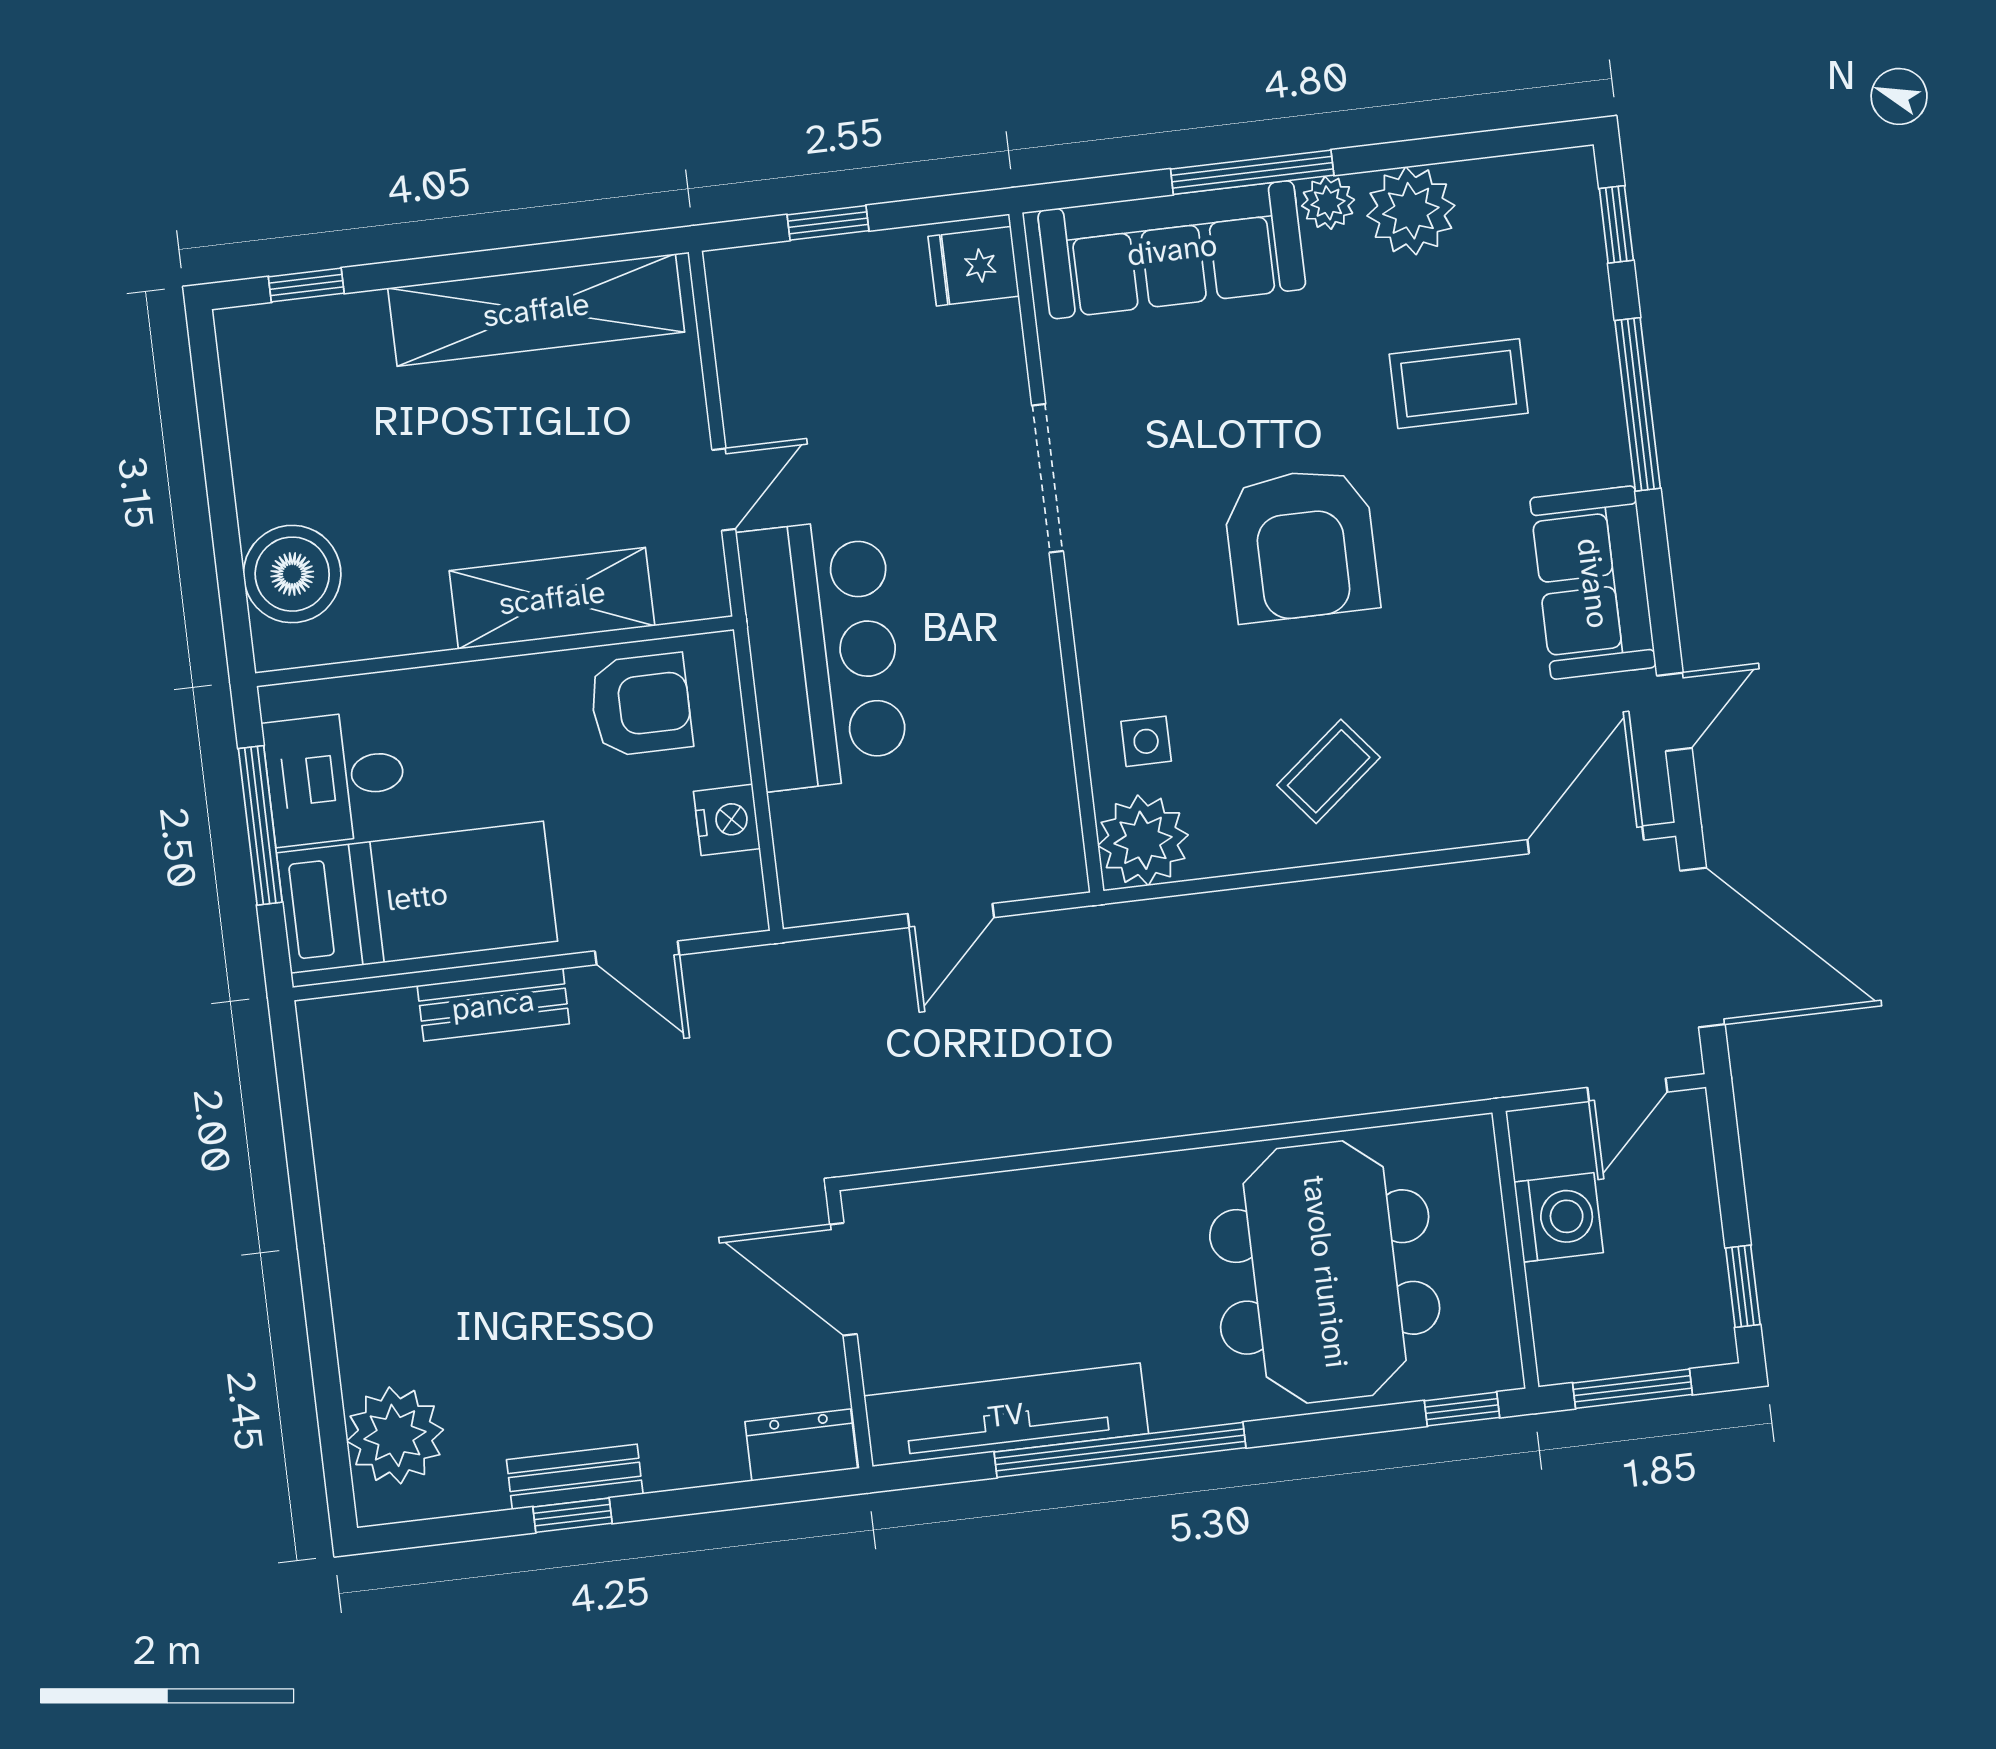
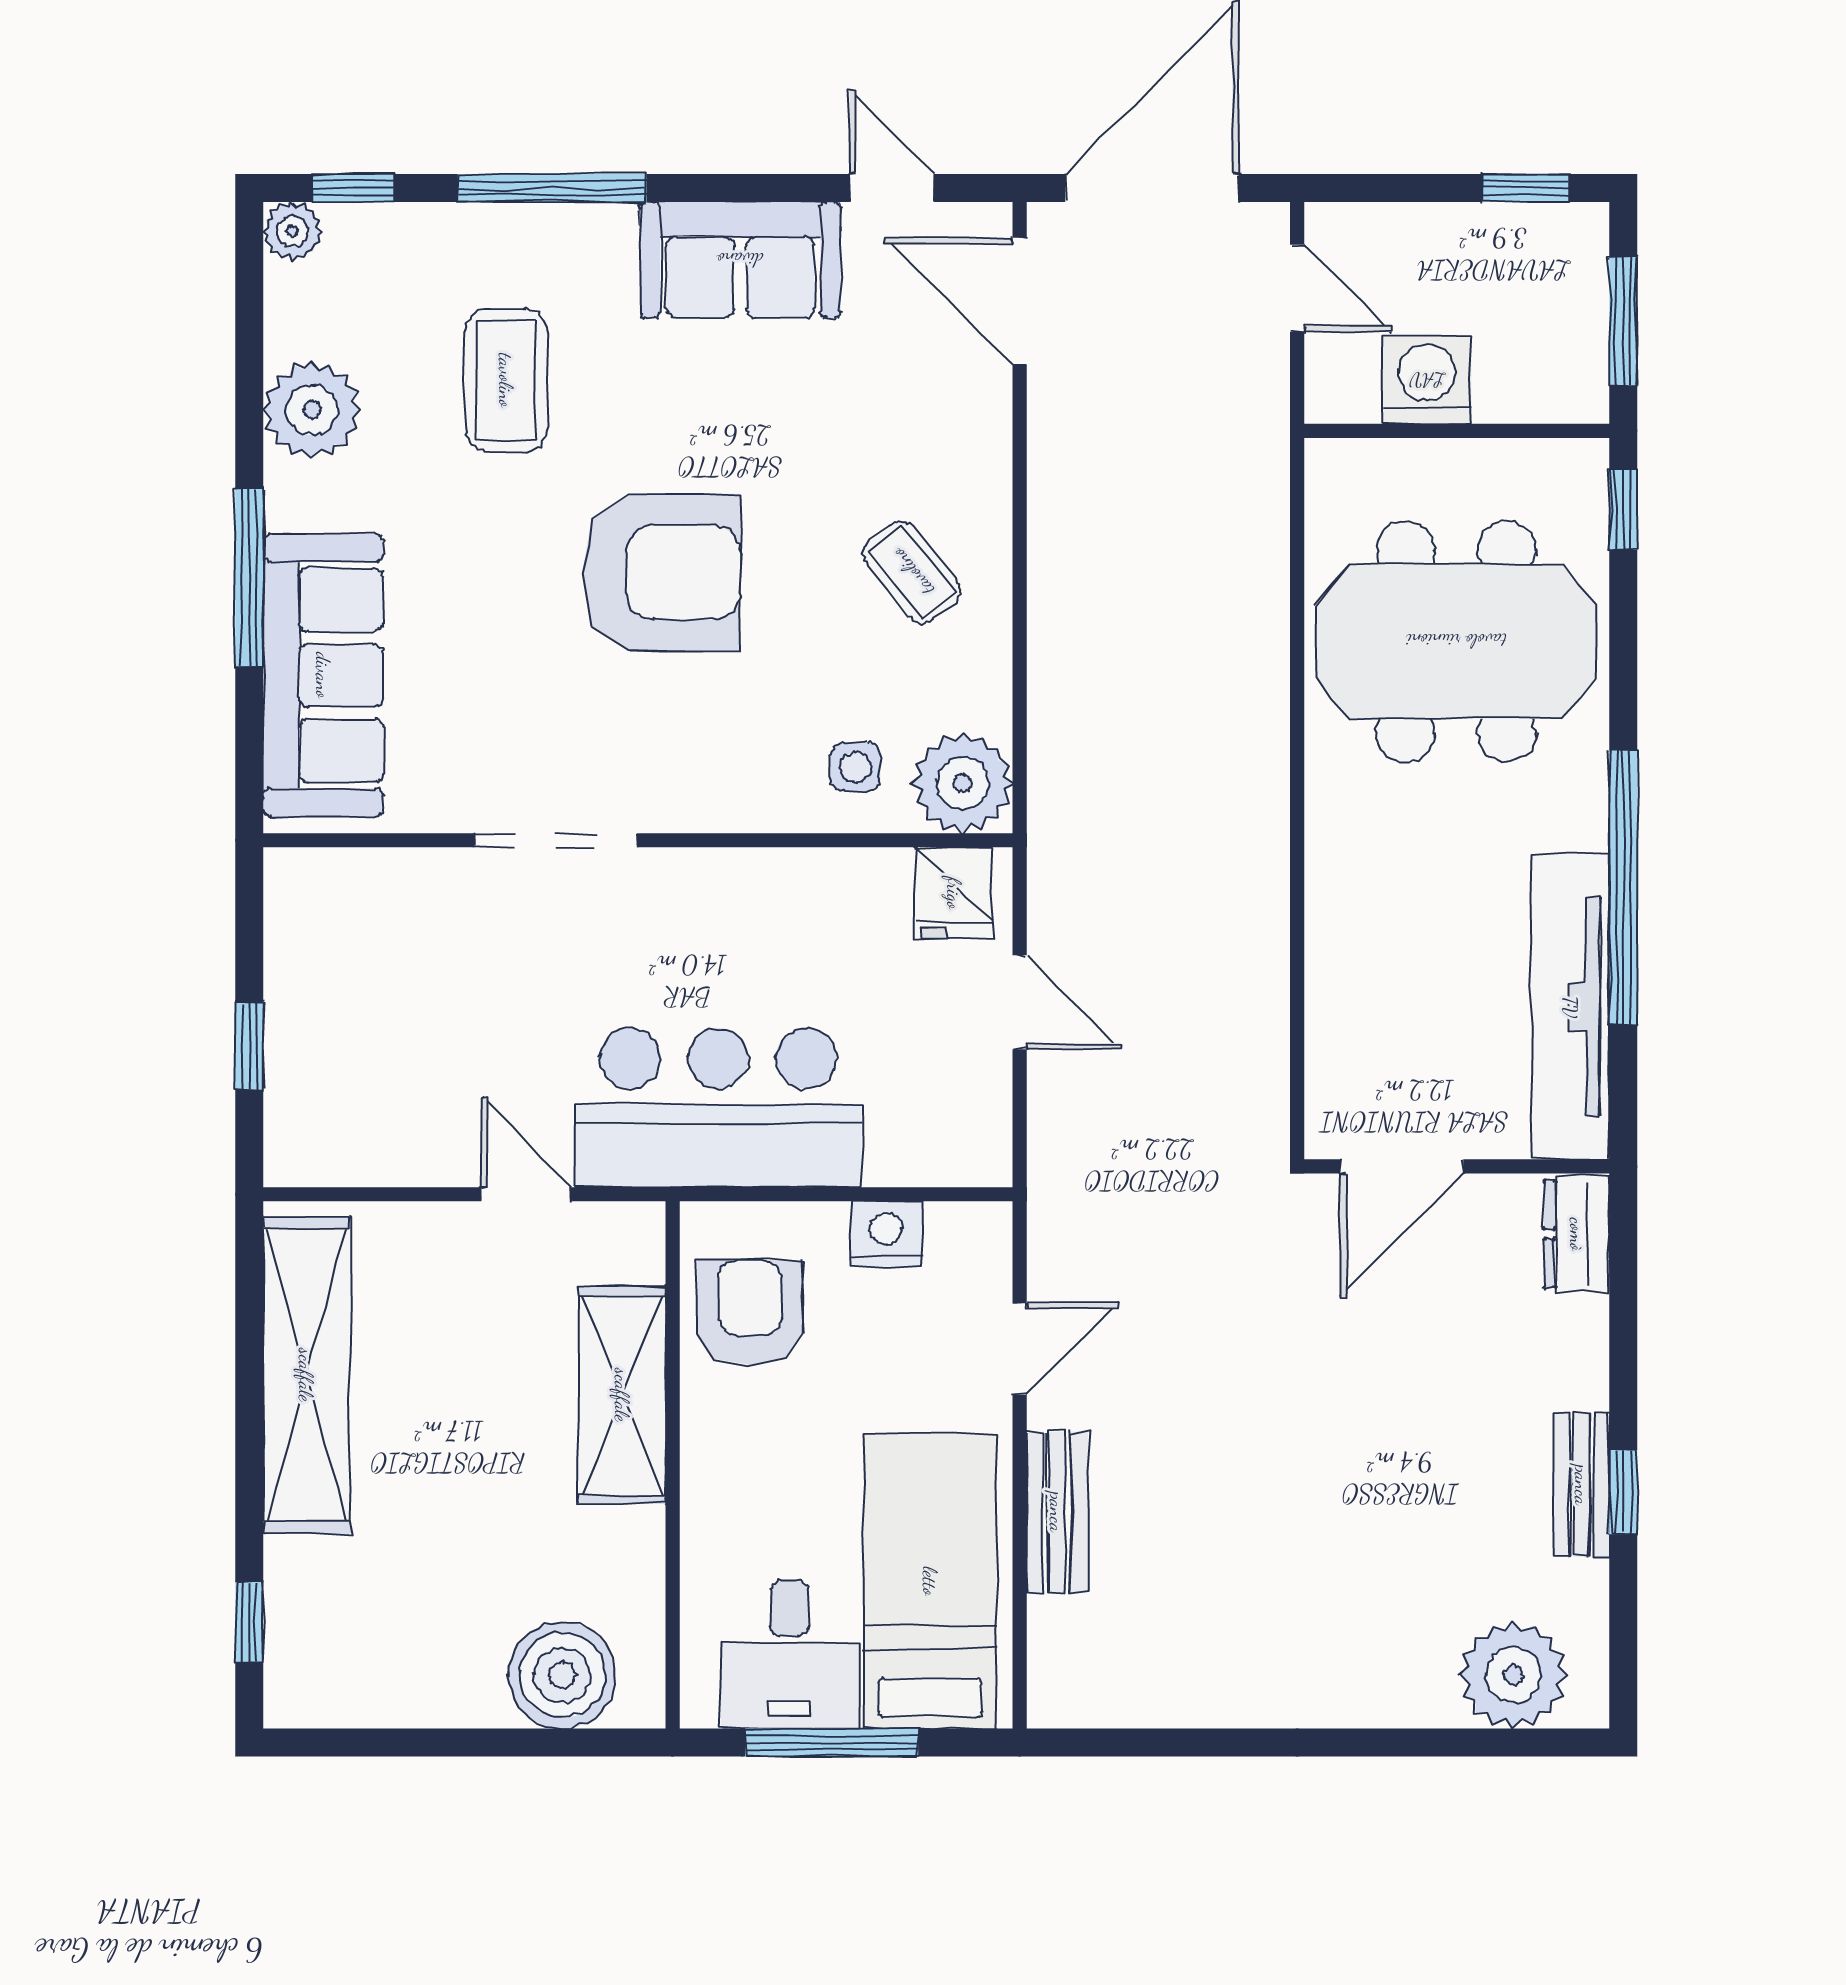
plant: (1328, 203) -> (292, 231), moved
fridge: (974, 266) -> (954, 893), moved

